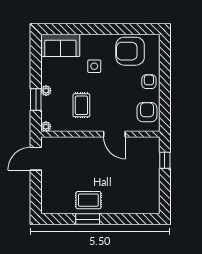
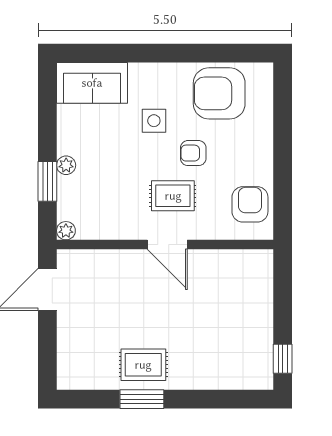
armchair: (149, 82) -> (193, 153), moved, turned -90
rug: (81, 105) -> (173, 196), moved, turned 90
door: (114, 134) -> (167, 245), moved
window: (165, 160) -> (283, 359), moved

